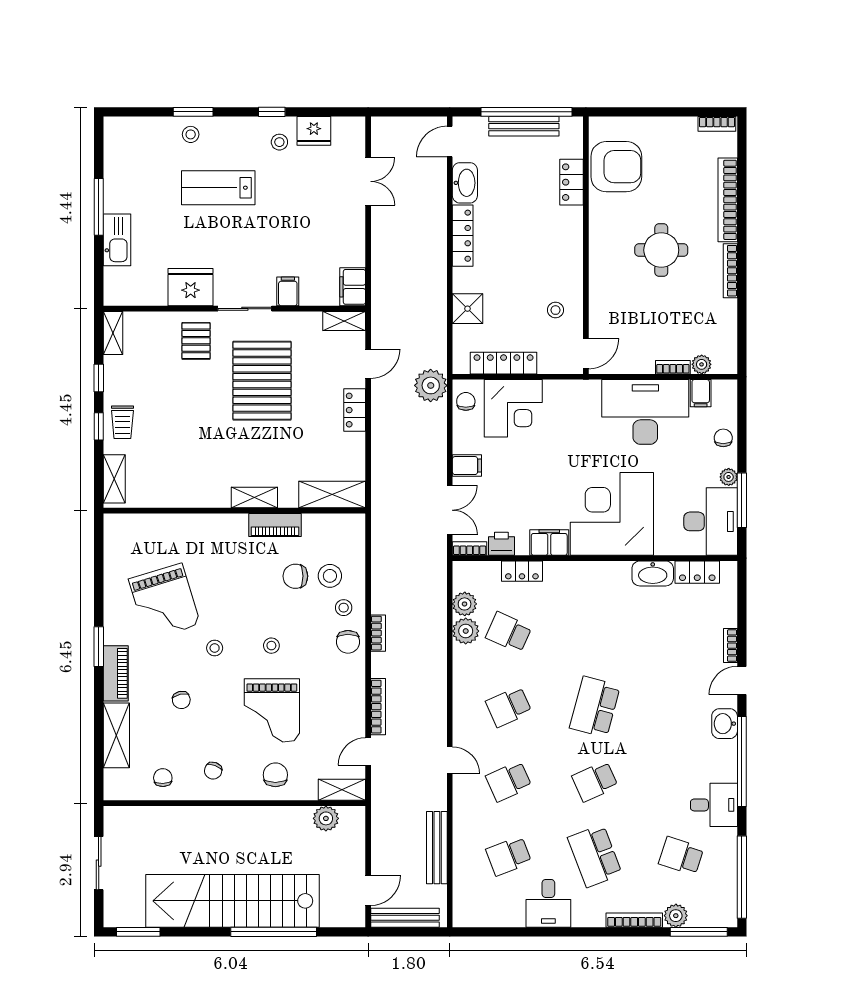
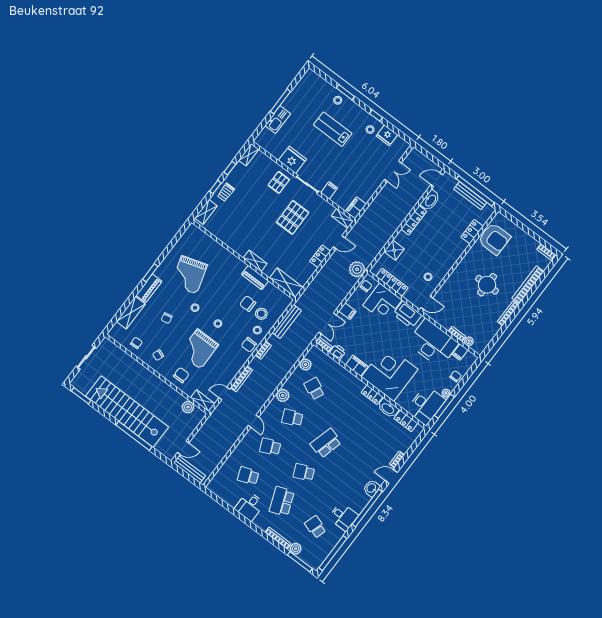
pallet: (262, 381) -> (293, 217), width x0.73, depth x0.71
printer: (568, 397) -> (407, 315), added
locker: (522, 571) -> (372, 395), moved
plant: (466, 631) -> (283, 395), moved
bench: (437, 848) -> (287, 322), moved

